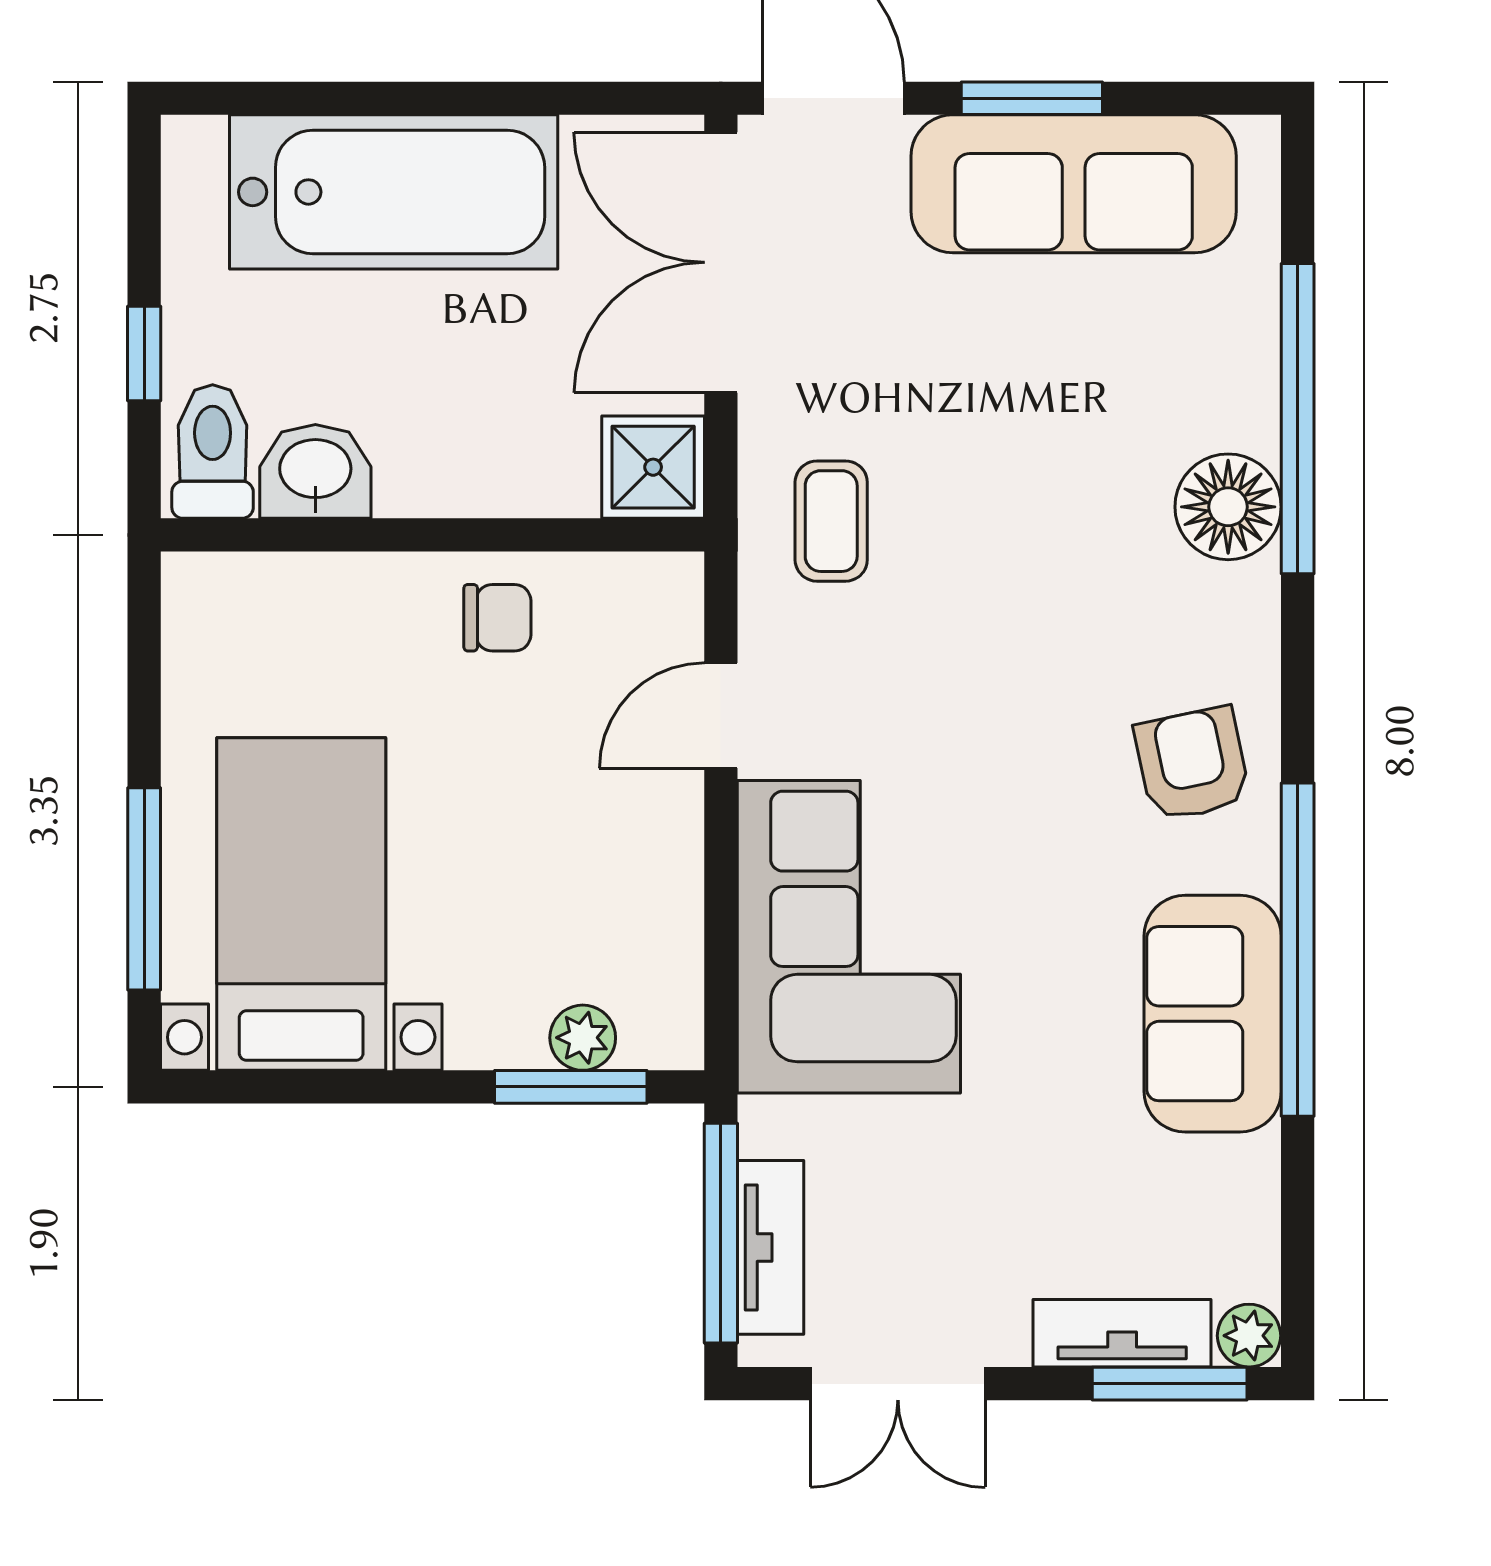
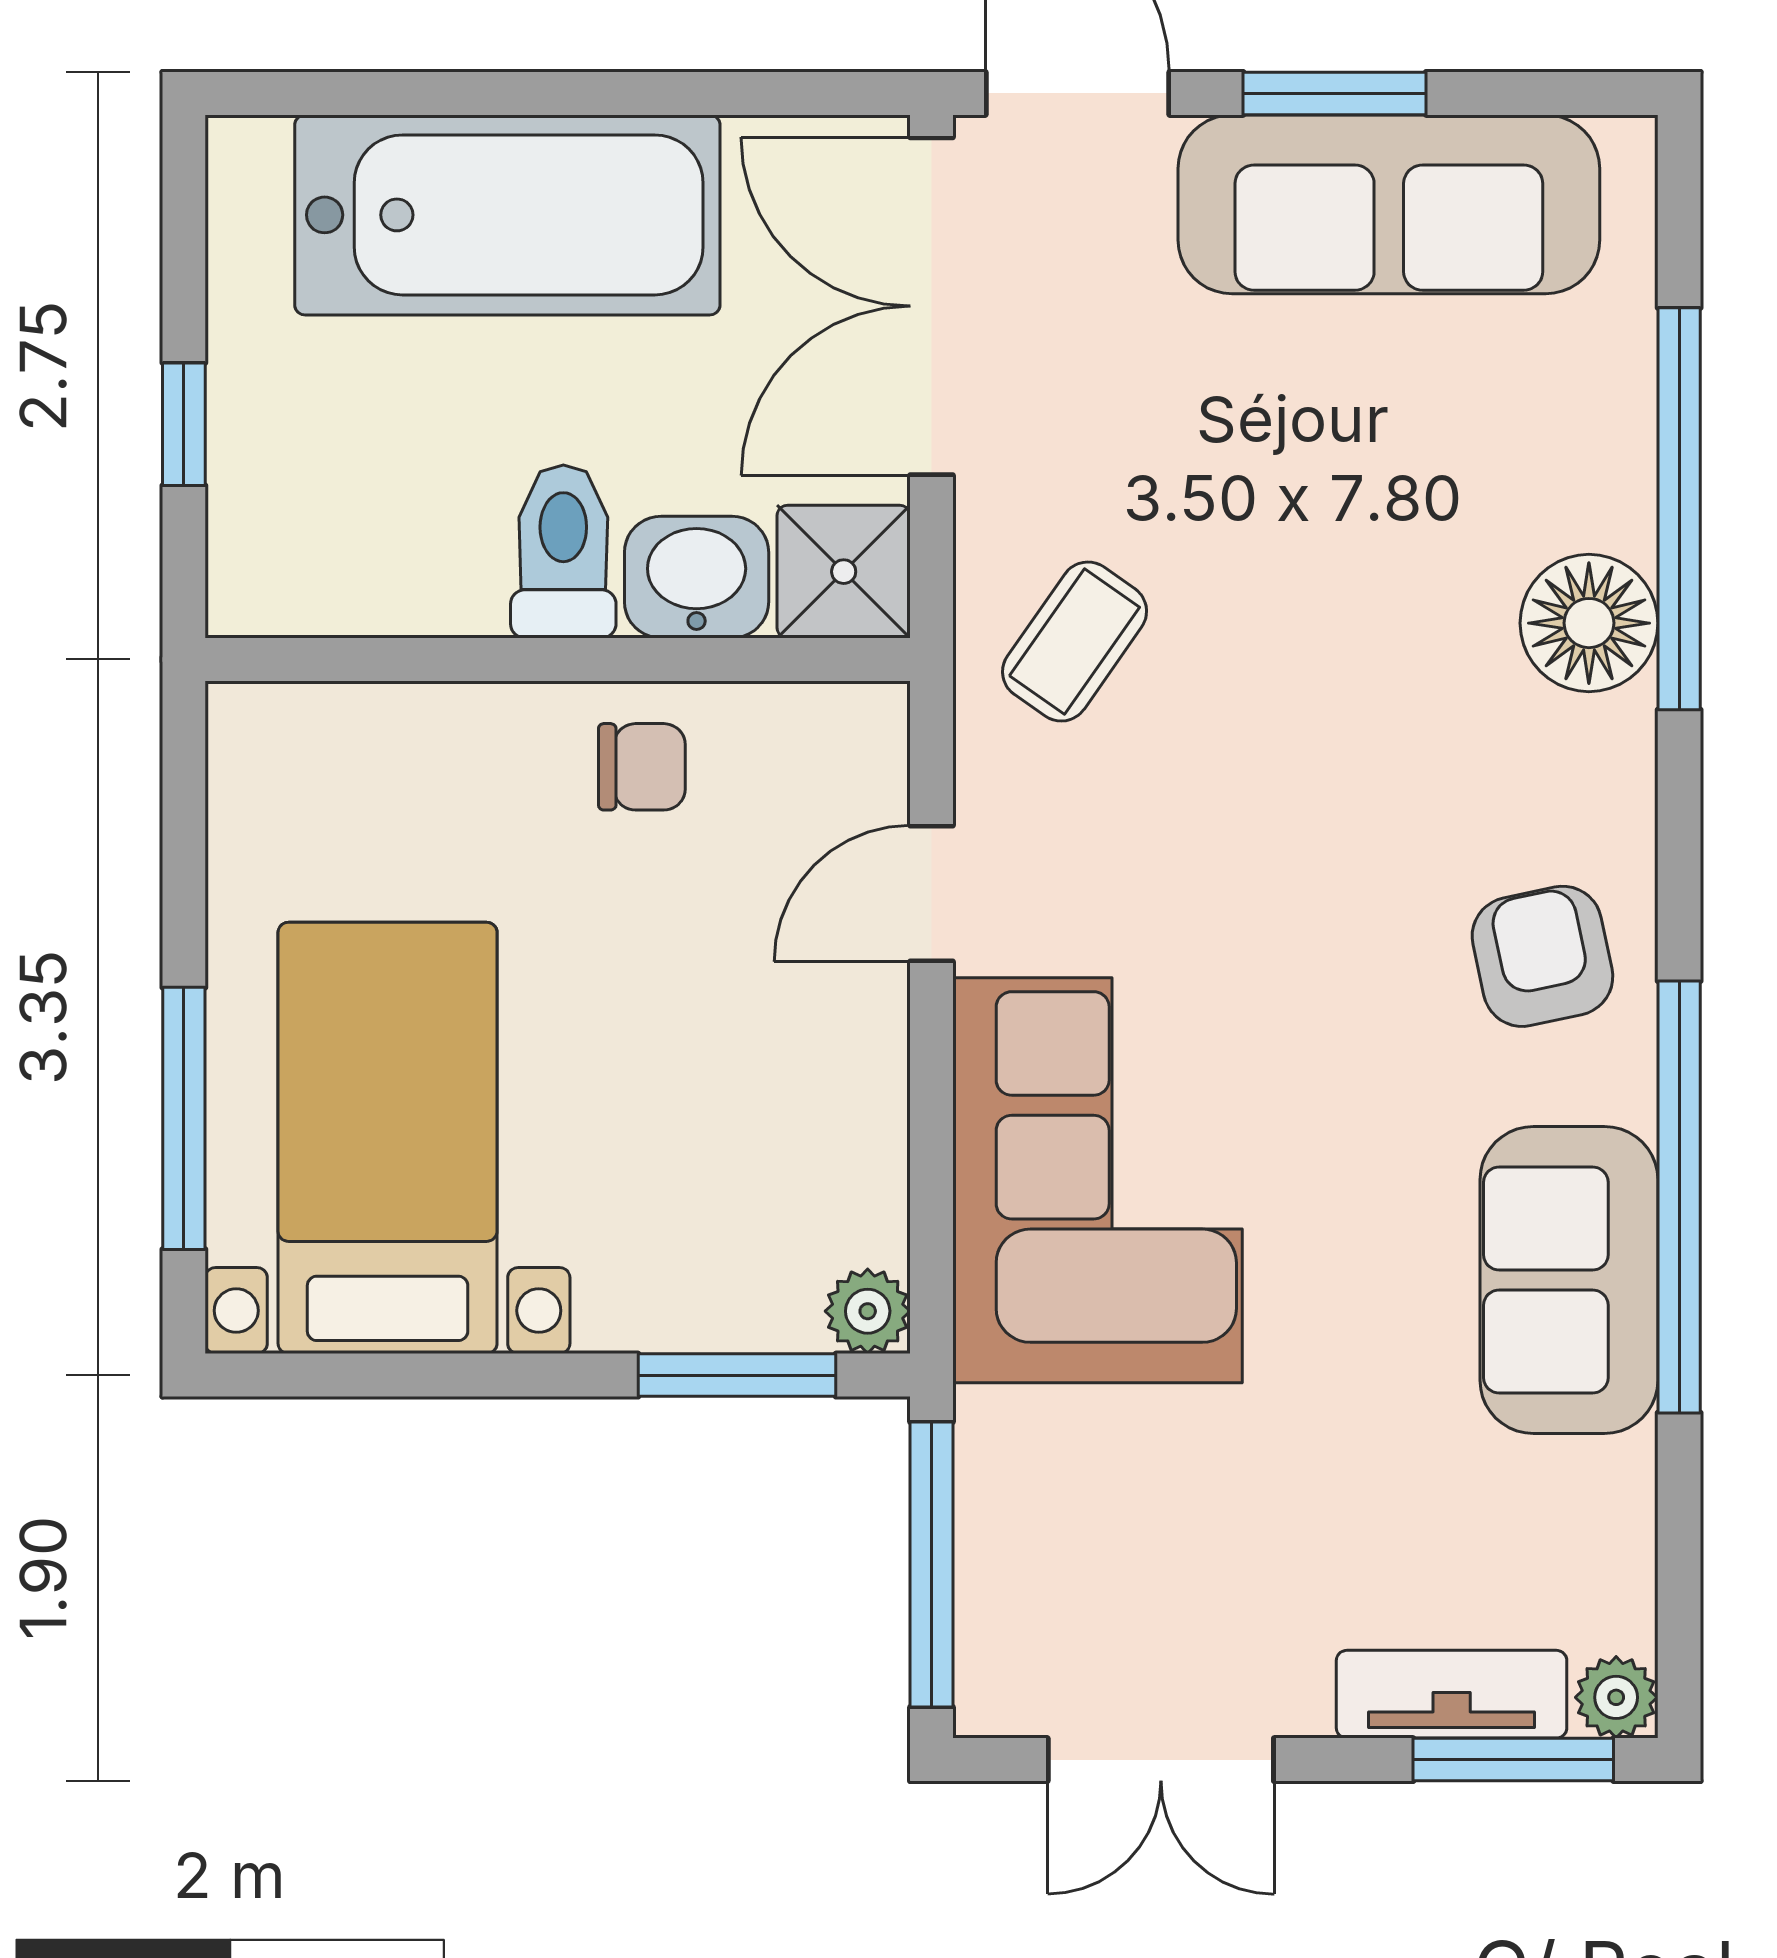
toilet: (213, 452) -> (563, 551), moved
washbasin: (315, 471) -> (697, 577), moved
coffee table: (831, 521) -> (1075, 642), turned 35
plant: (583, 1038) -> (868, 1311), moved
tv unit: (771, 1247) -> (996, 1583), removed

